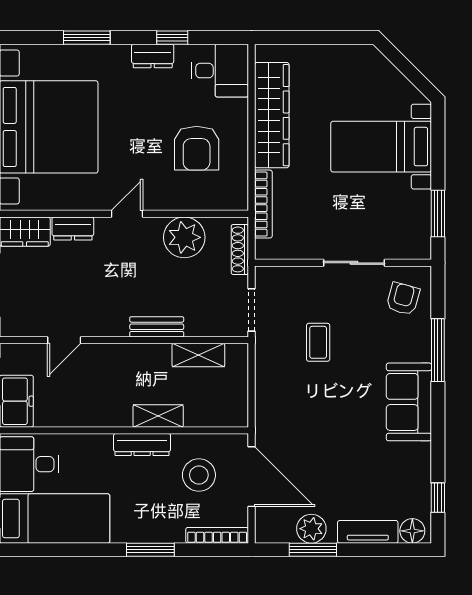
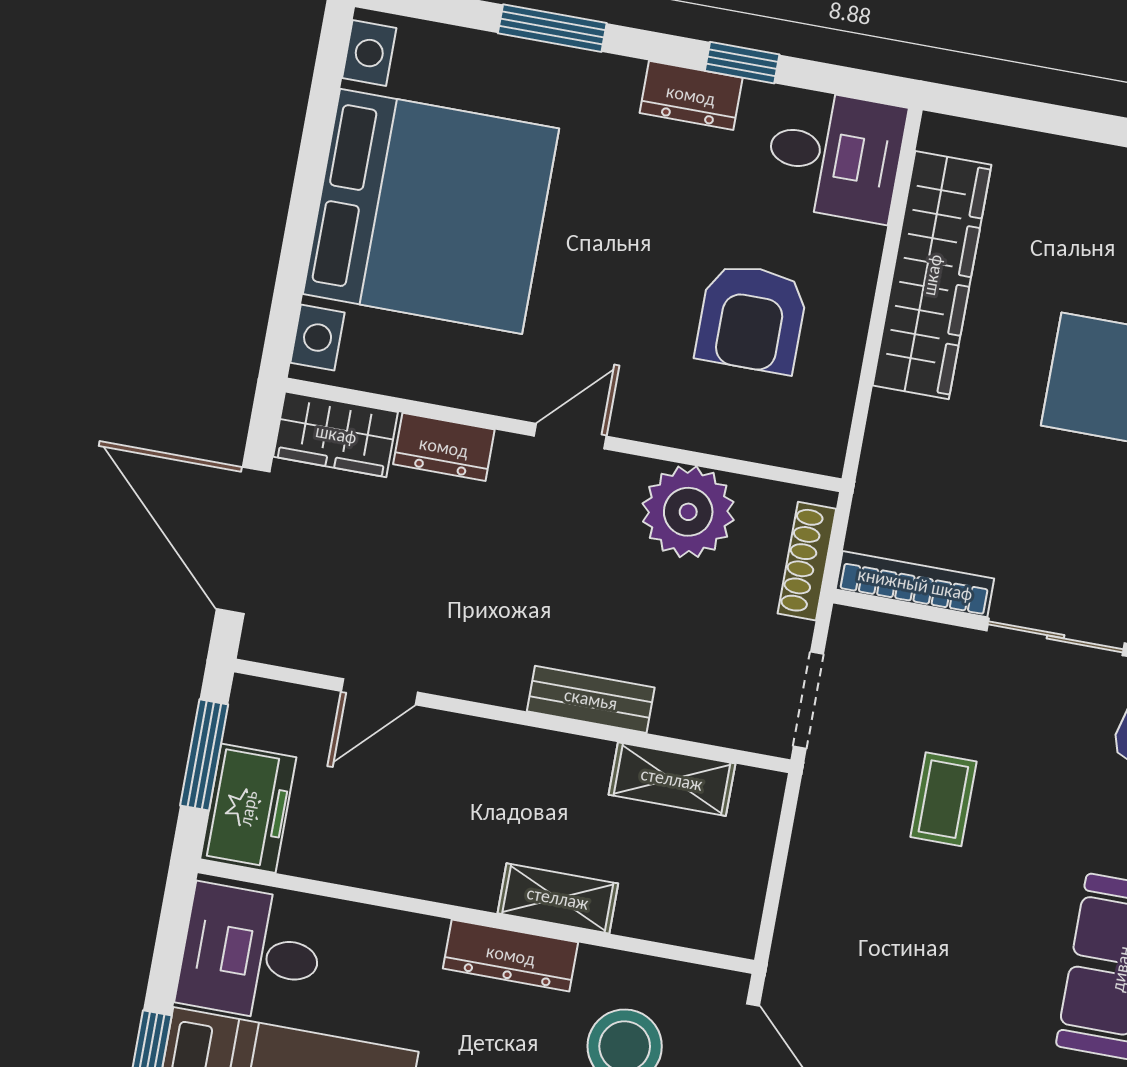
bookcase: (263, 204) -> (915, 584), moved, turned -90

